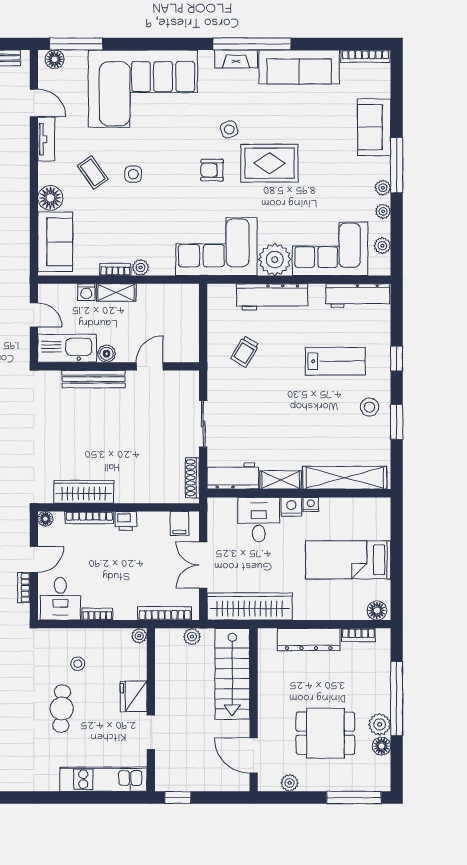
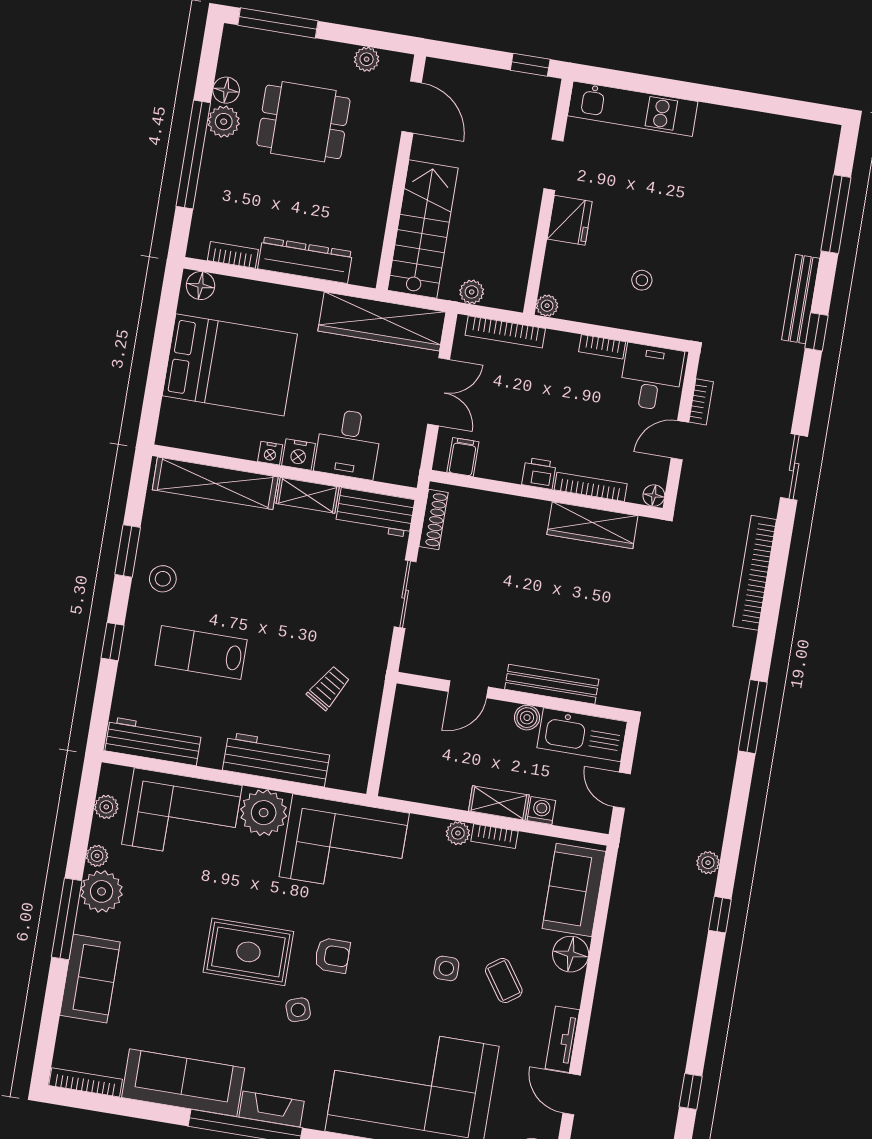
plant: (383, 188) -> (102, 891), width x1.87, depth x1.87
bed: (348, 560) -> (230, 365), width x1.50
cafe table: (62, 709) -> (676, 220), removed

